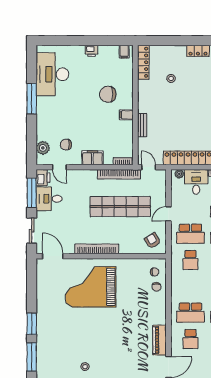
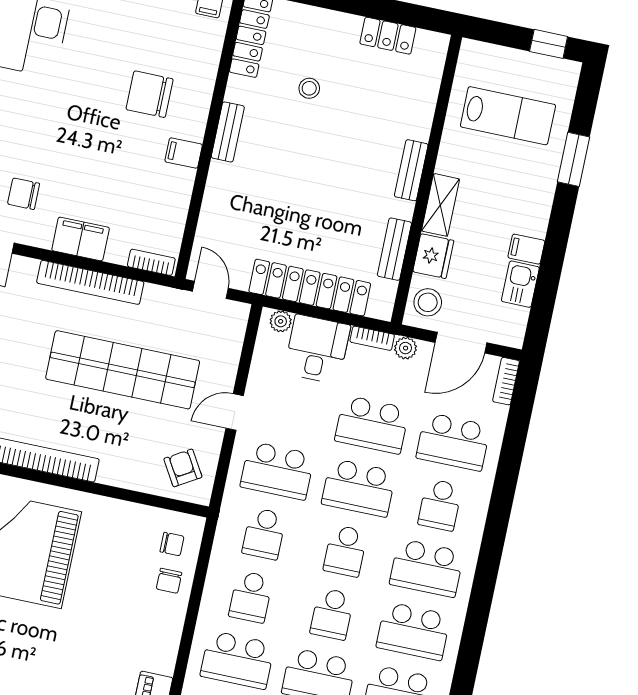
bench: (142, 125) -> (228, 132), moved
bookcase: (119, 174) -> (90, 282), moved
school desk: (190, 286) -> (251, 597), added

